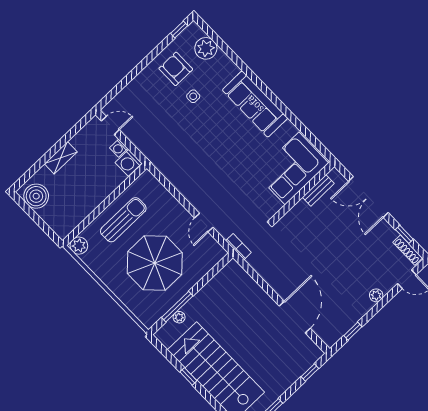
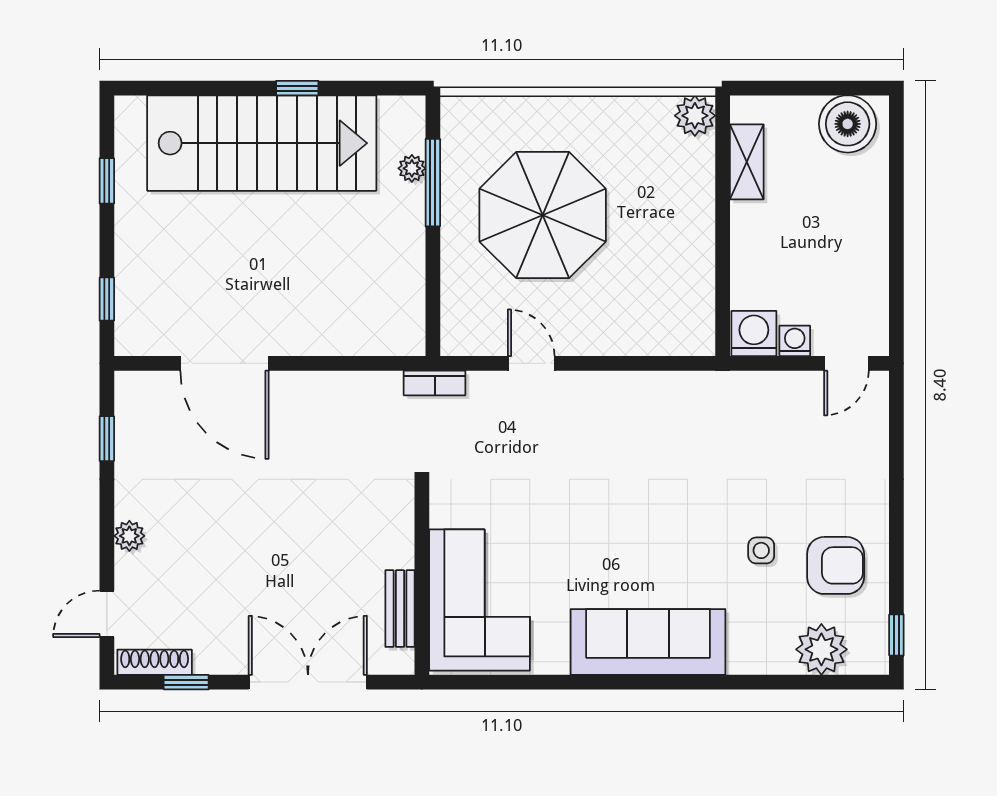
shelving: (61, 158) -> (747, 162), moved
sun lounger: (123, 220) -> (667, 233), removed

